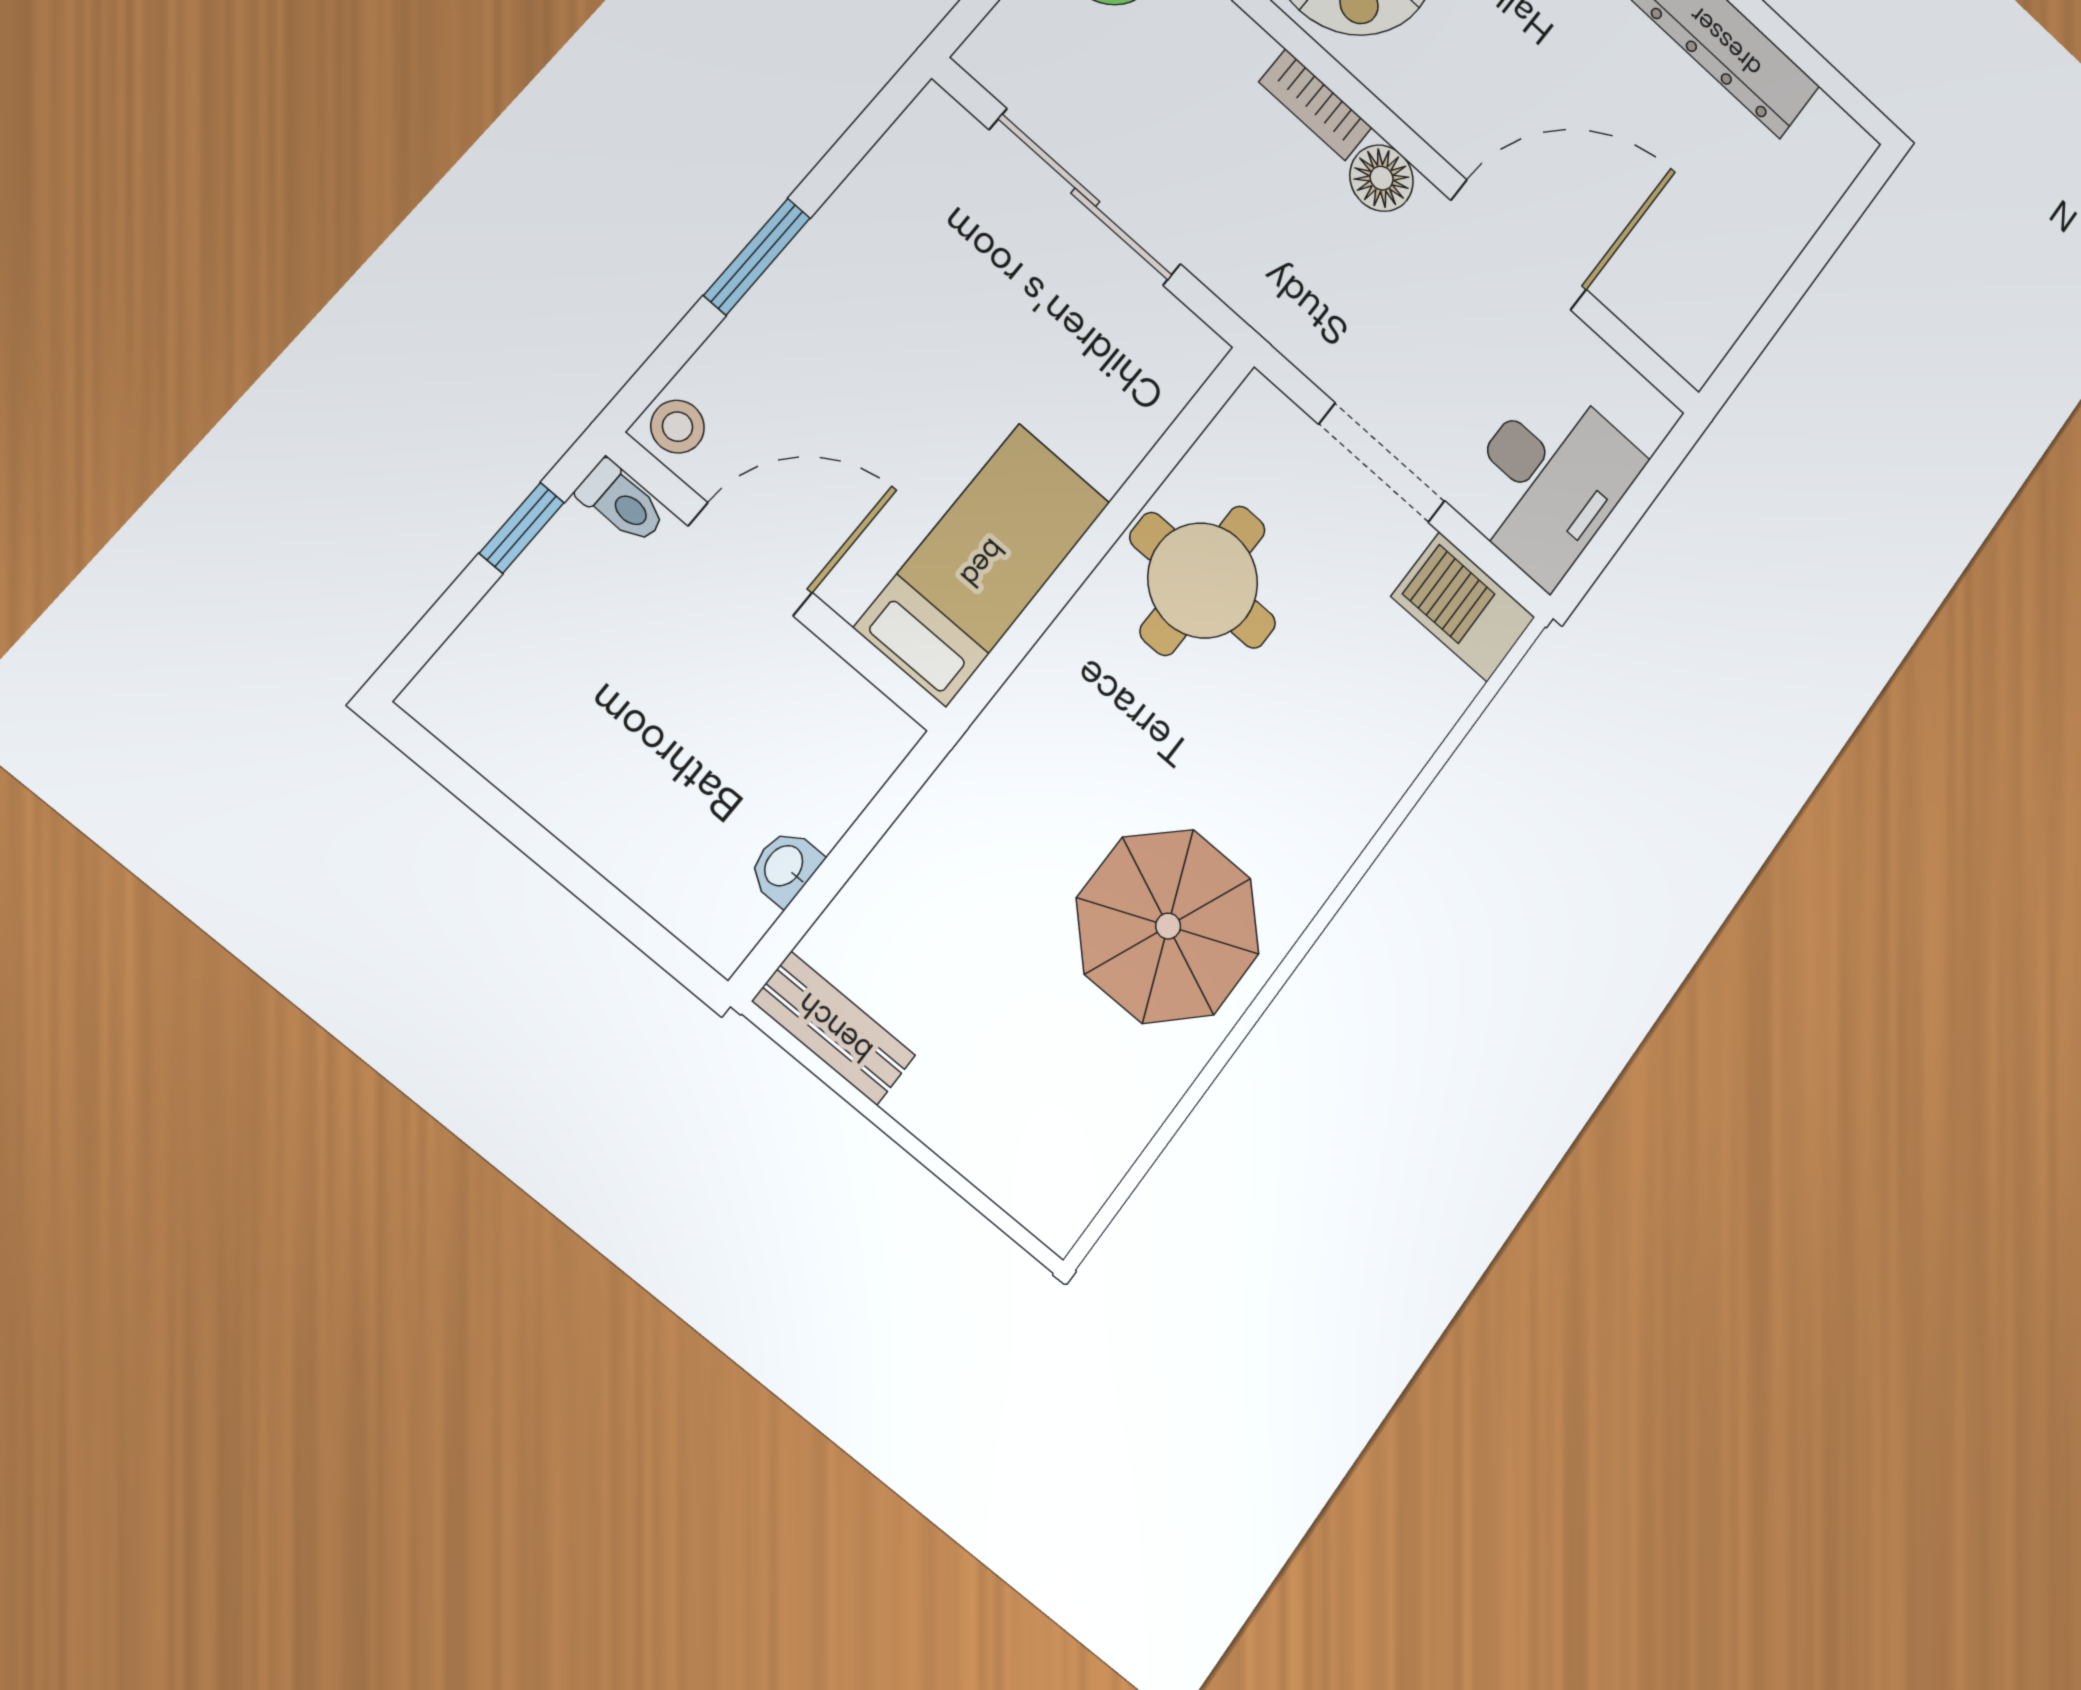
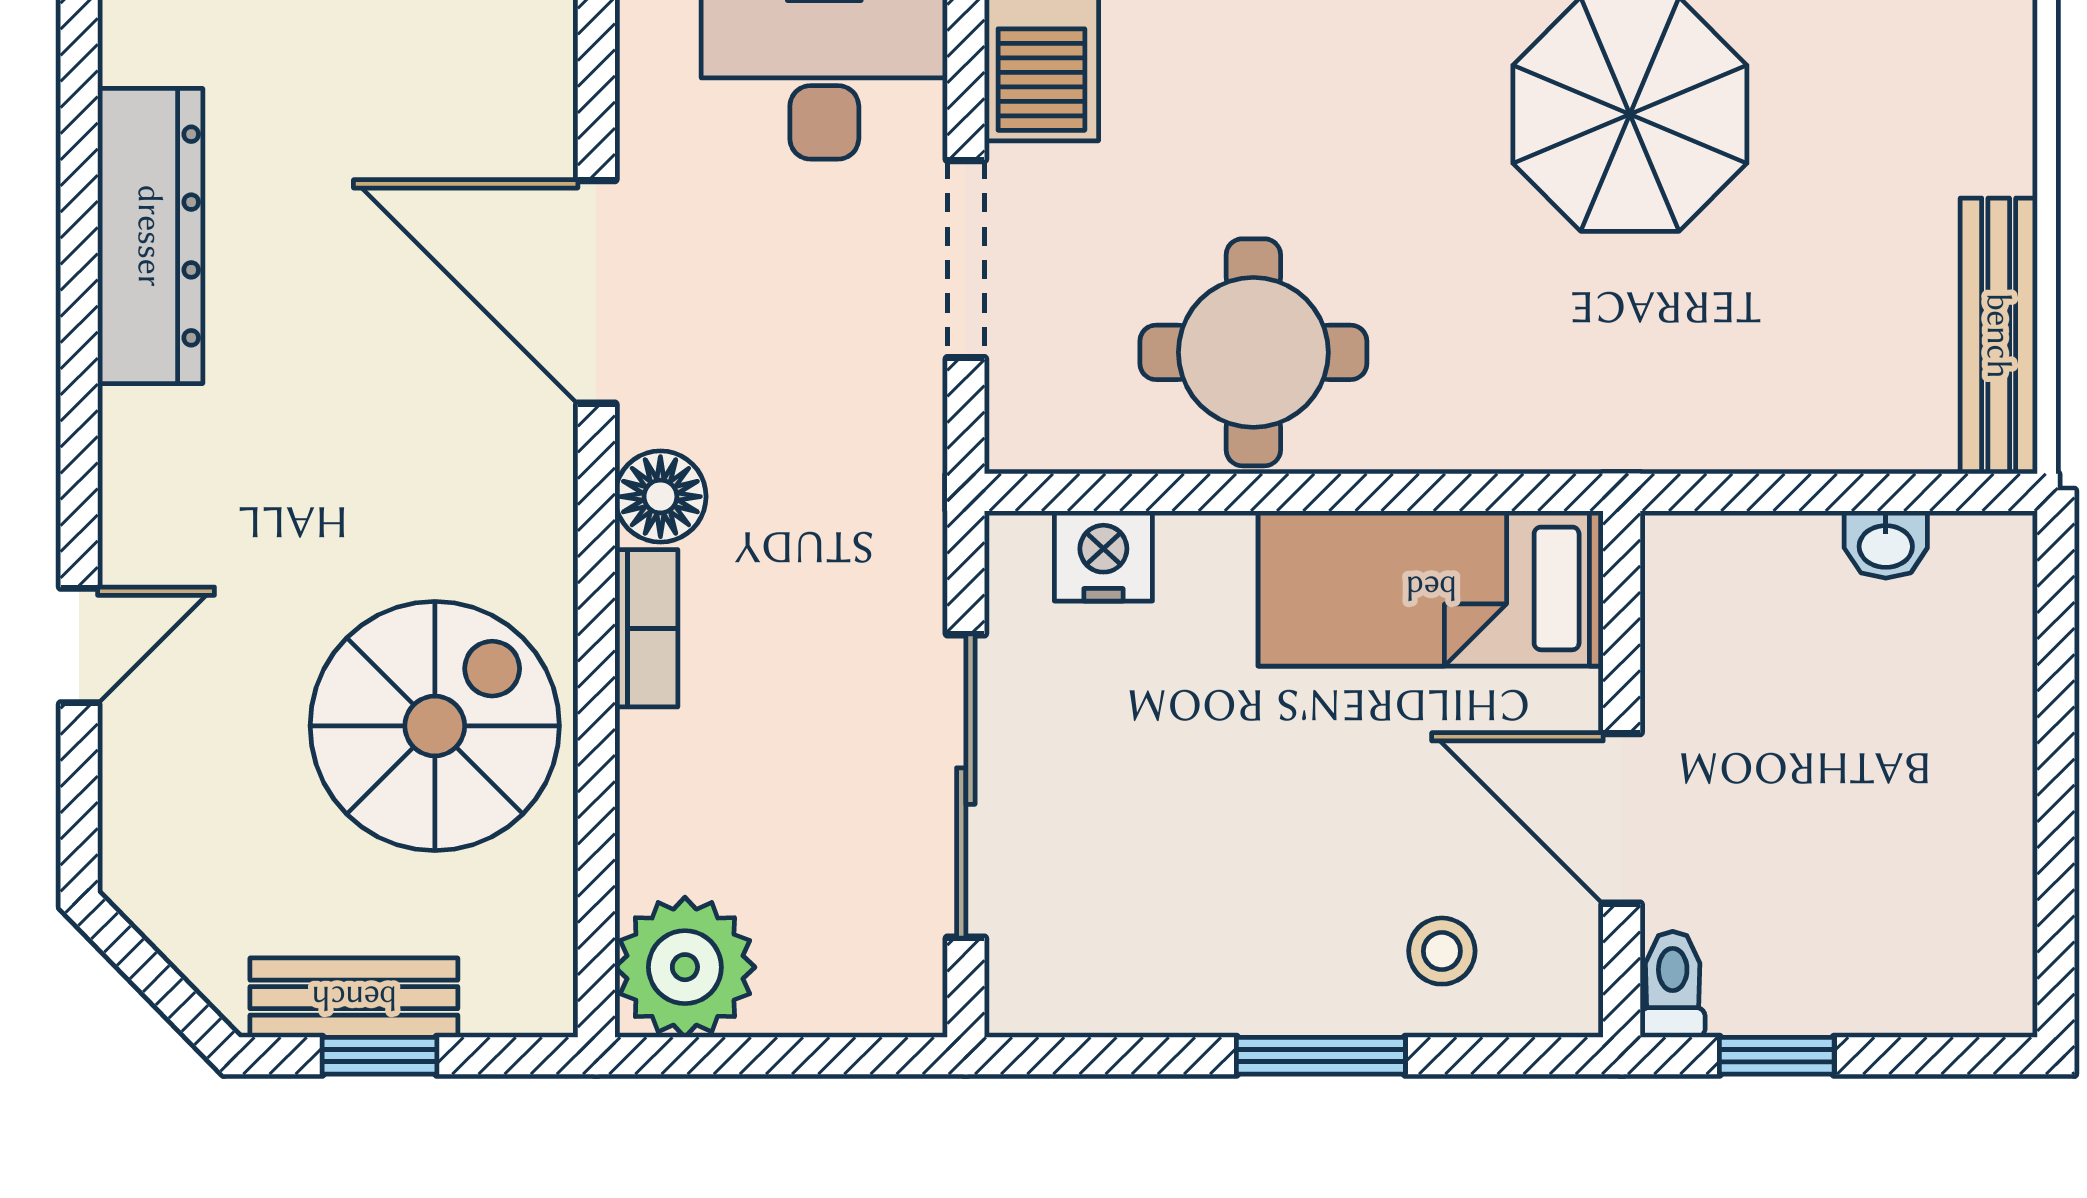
nightstand: (1154, 391) -> (1103, 556), added
stool: (678, 427) -> (1442, 951), moved
bench: (834, 1028) -> (1999, 336), width x1.36

